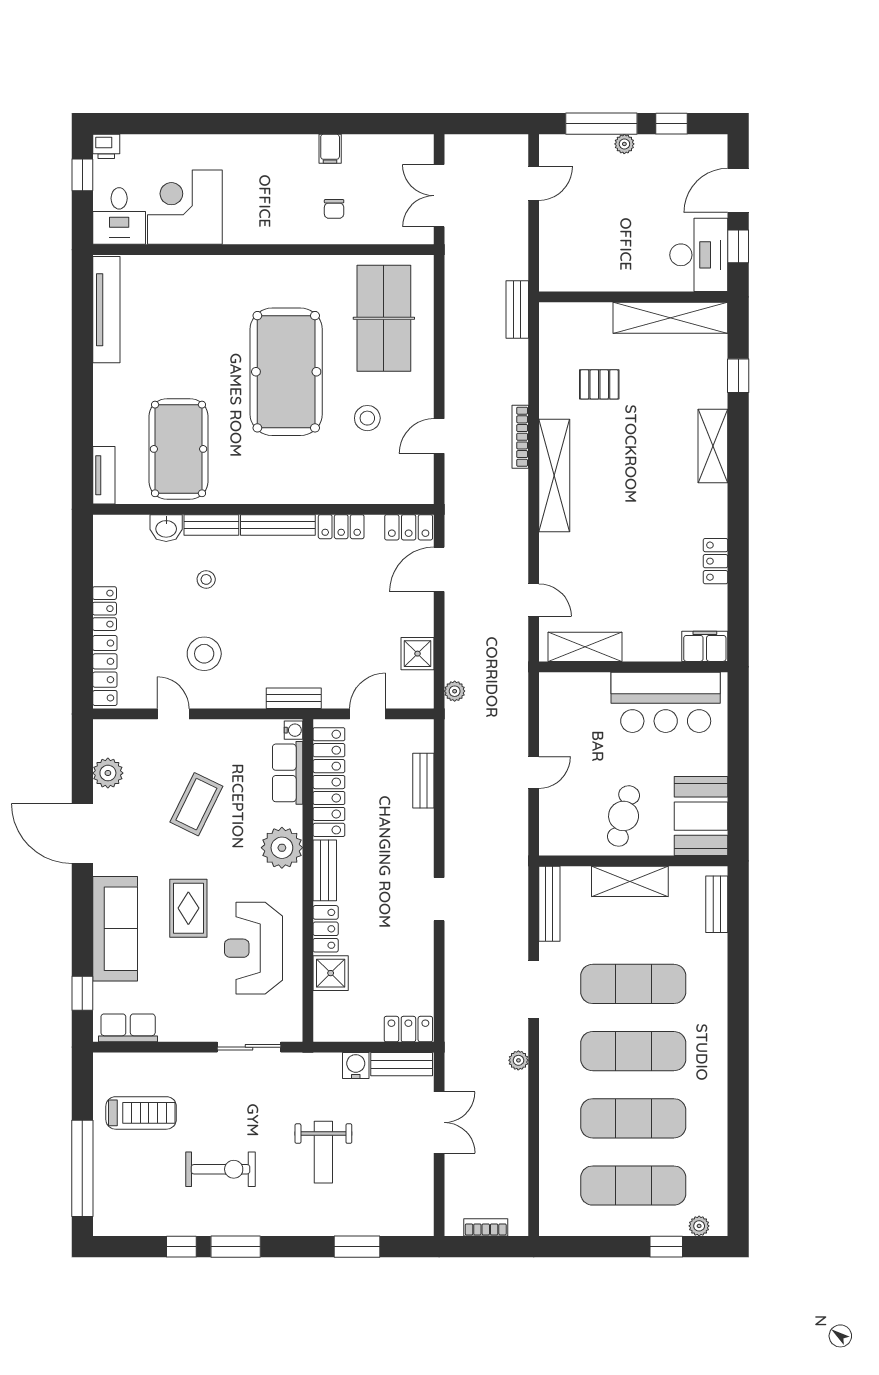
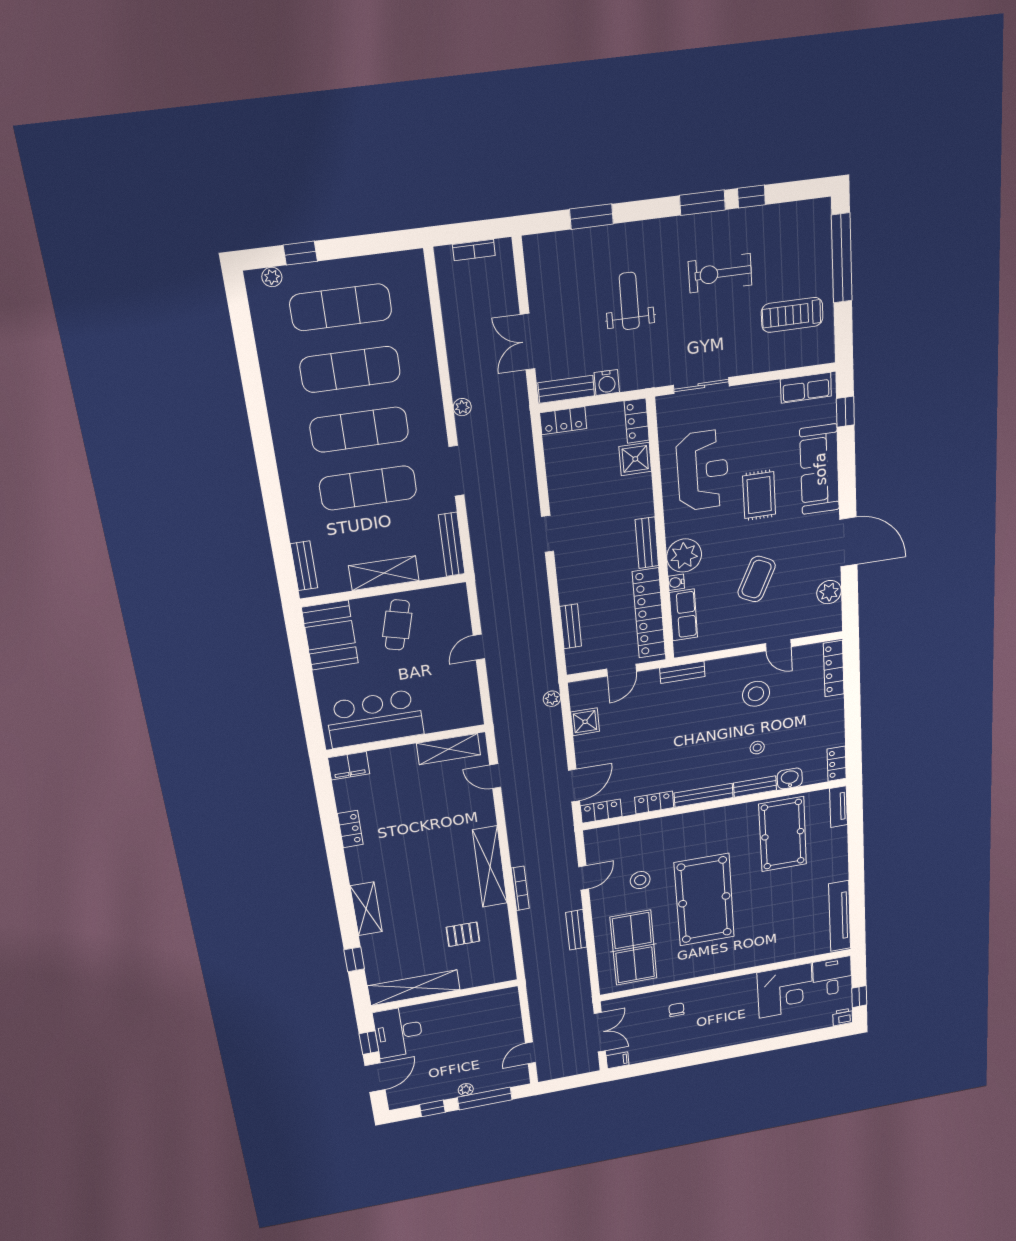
filing cabinet: (330, 149) -> (618, 1060), moved, turned 90
bench: (517, 309) -> (576, 930), moved
locker: (105, 609) -> (837, 764), moved
water cooler: (293, 730) -> (676, 582), moved
locker: (326, 929) -> (637, 421), moved

